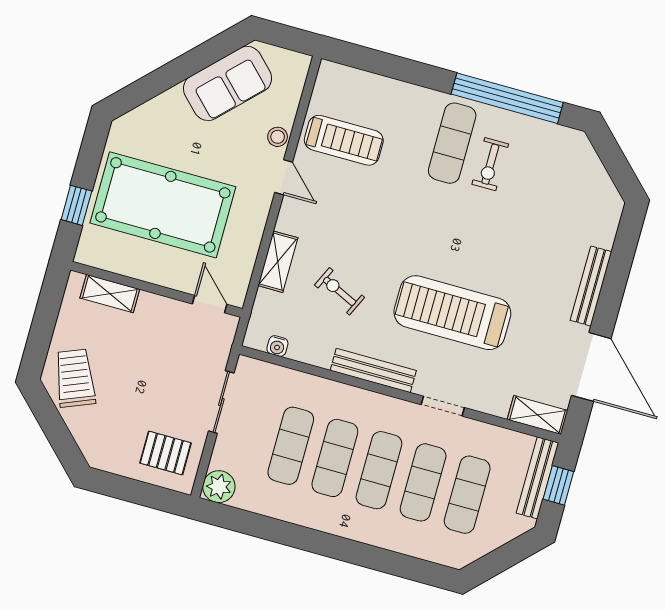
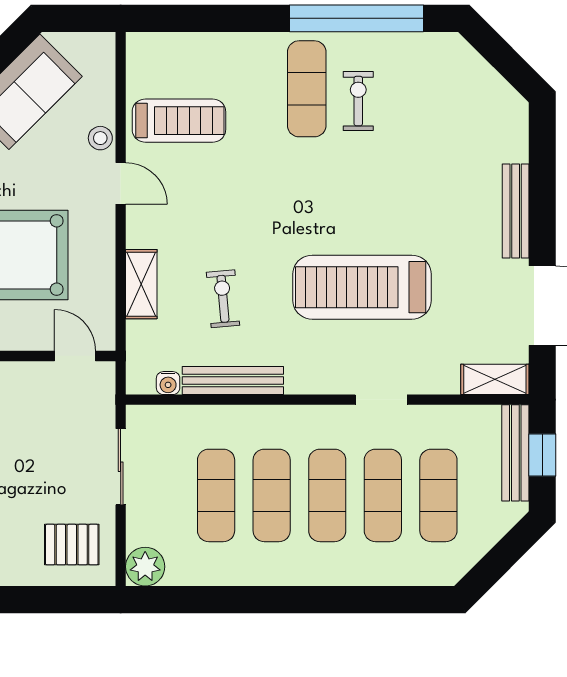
exercise bike: (490, 164) -> (358, 101), turned 180
exercise bike: (340, 291) -> (223, 299), turned 60
bench: (373, 370) -> (233, 380), moved

